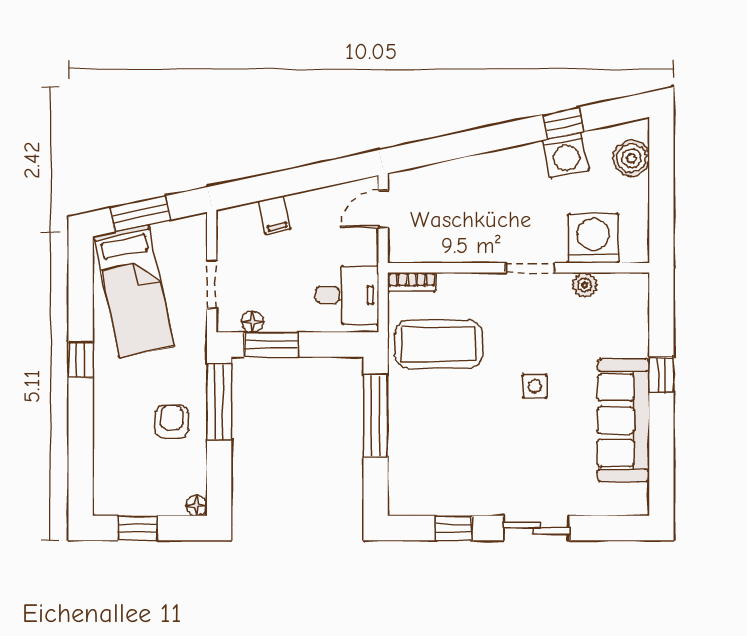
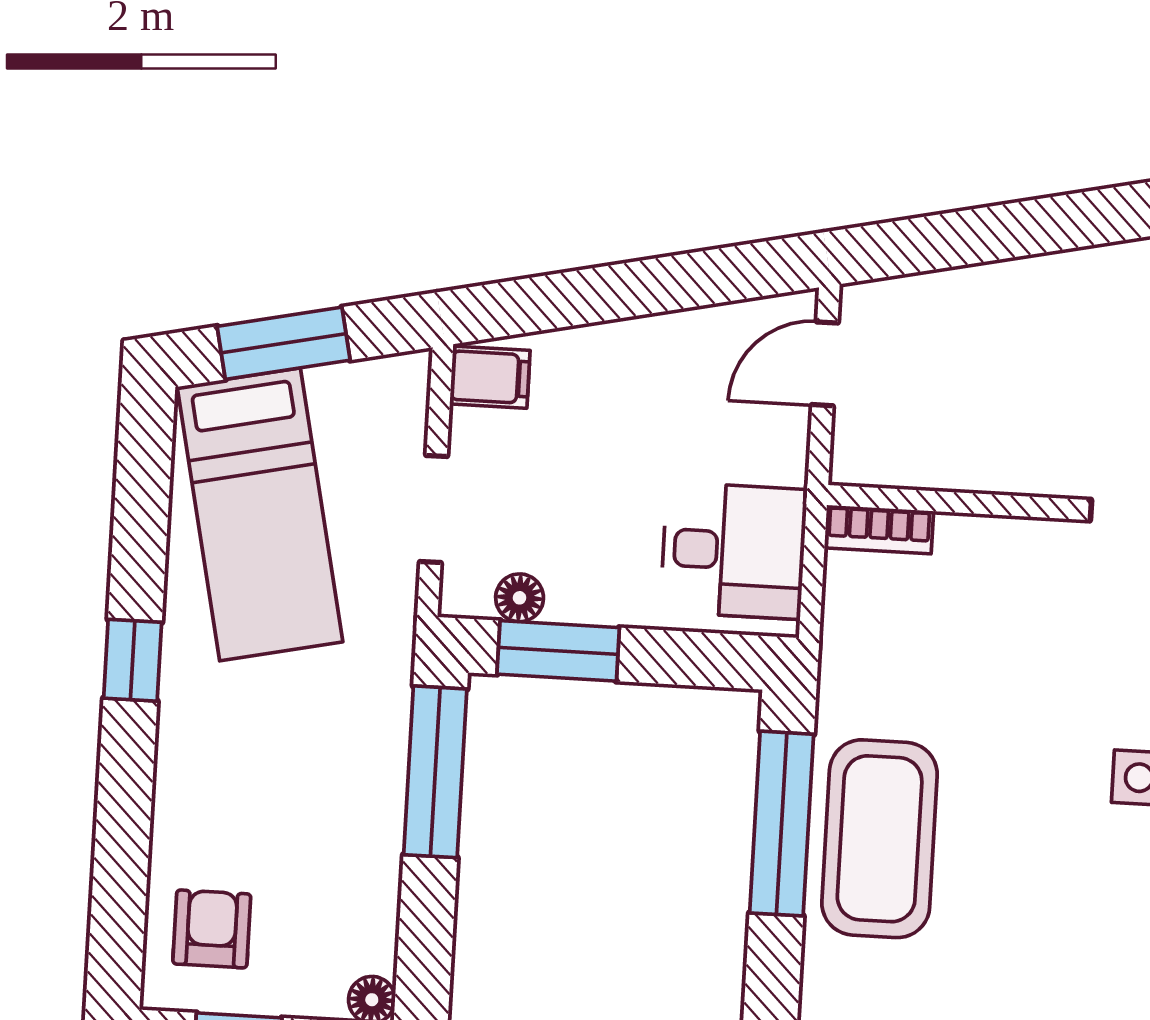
filing cabinet: (275, 215) -> (490, 377), moved, turned -78
coffee table: (439, 344) -> (880, 839), moved, turned 90
armchair: (172, 422) -> (212, 929), moved

